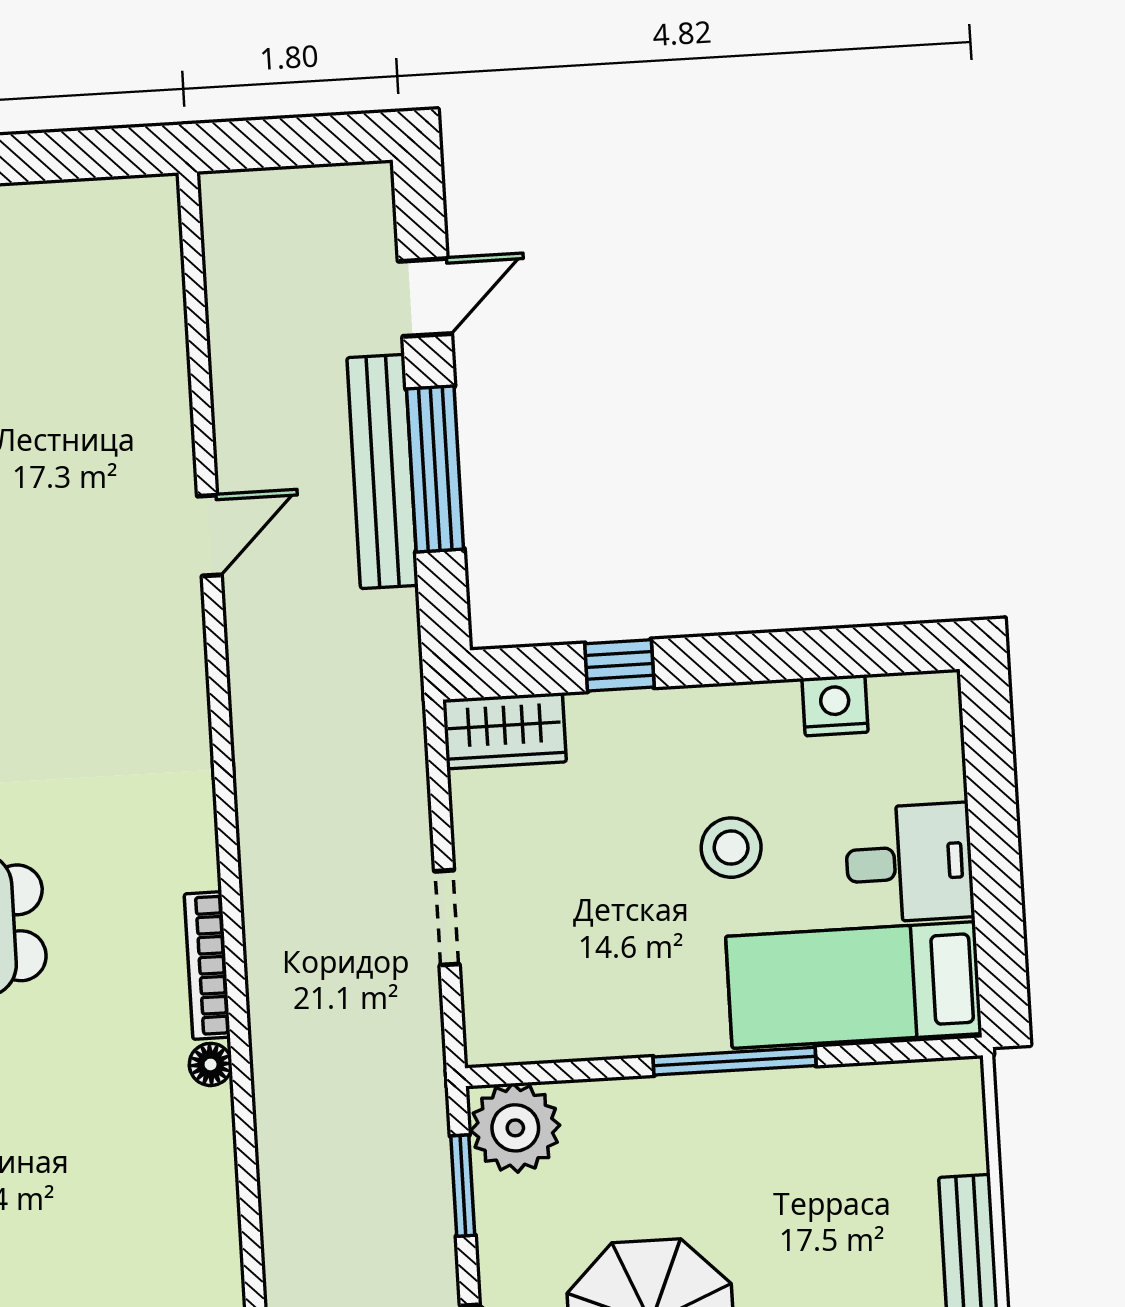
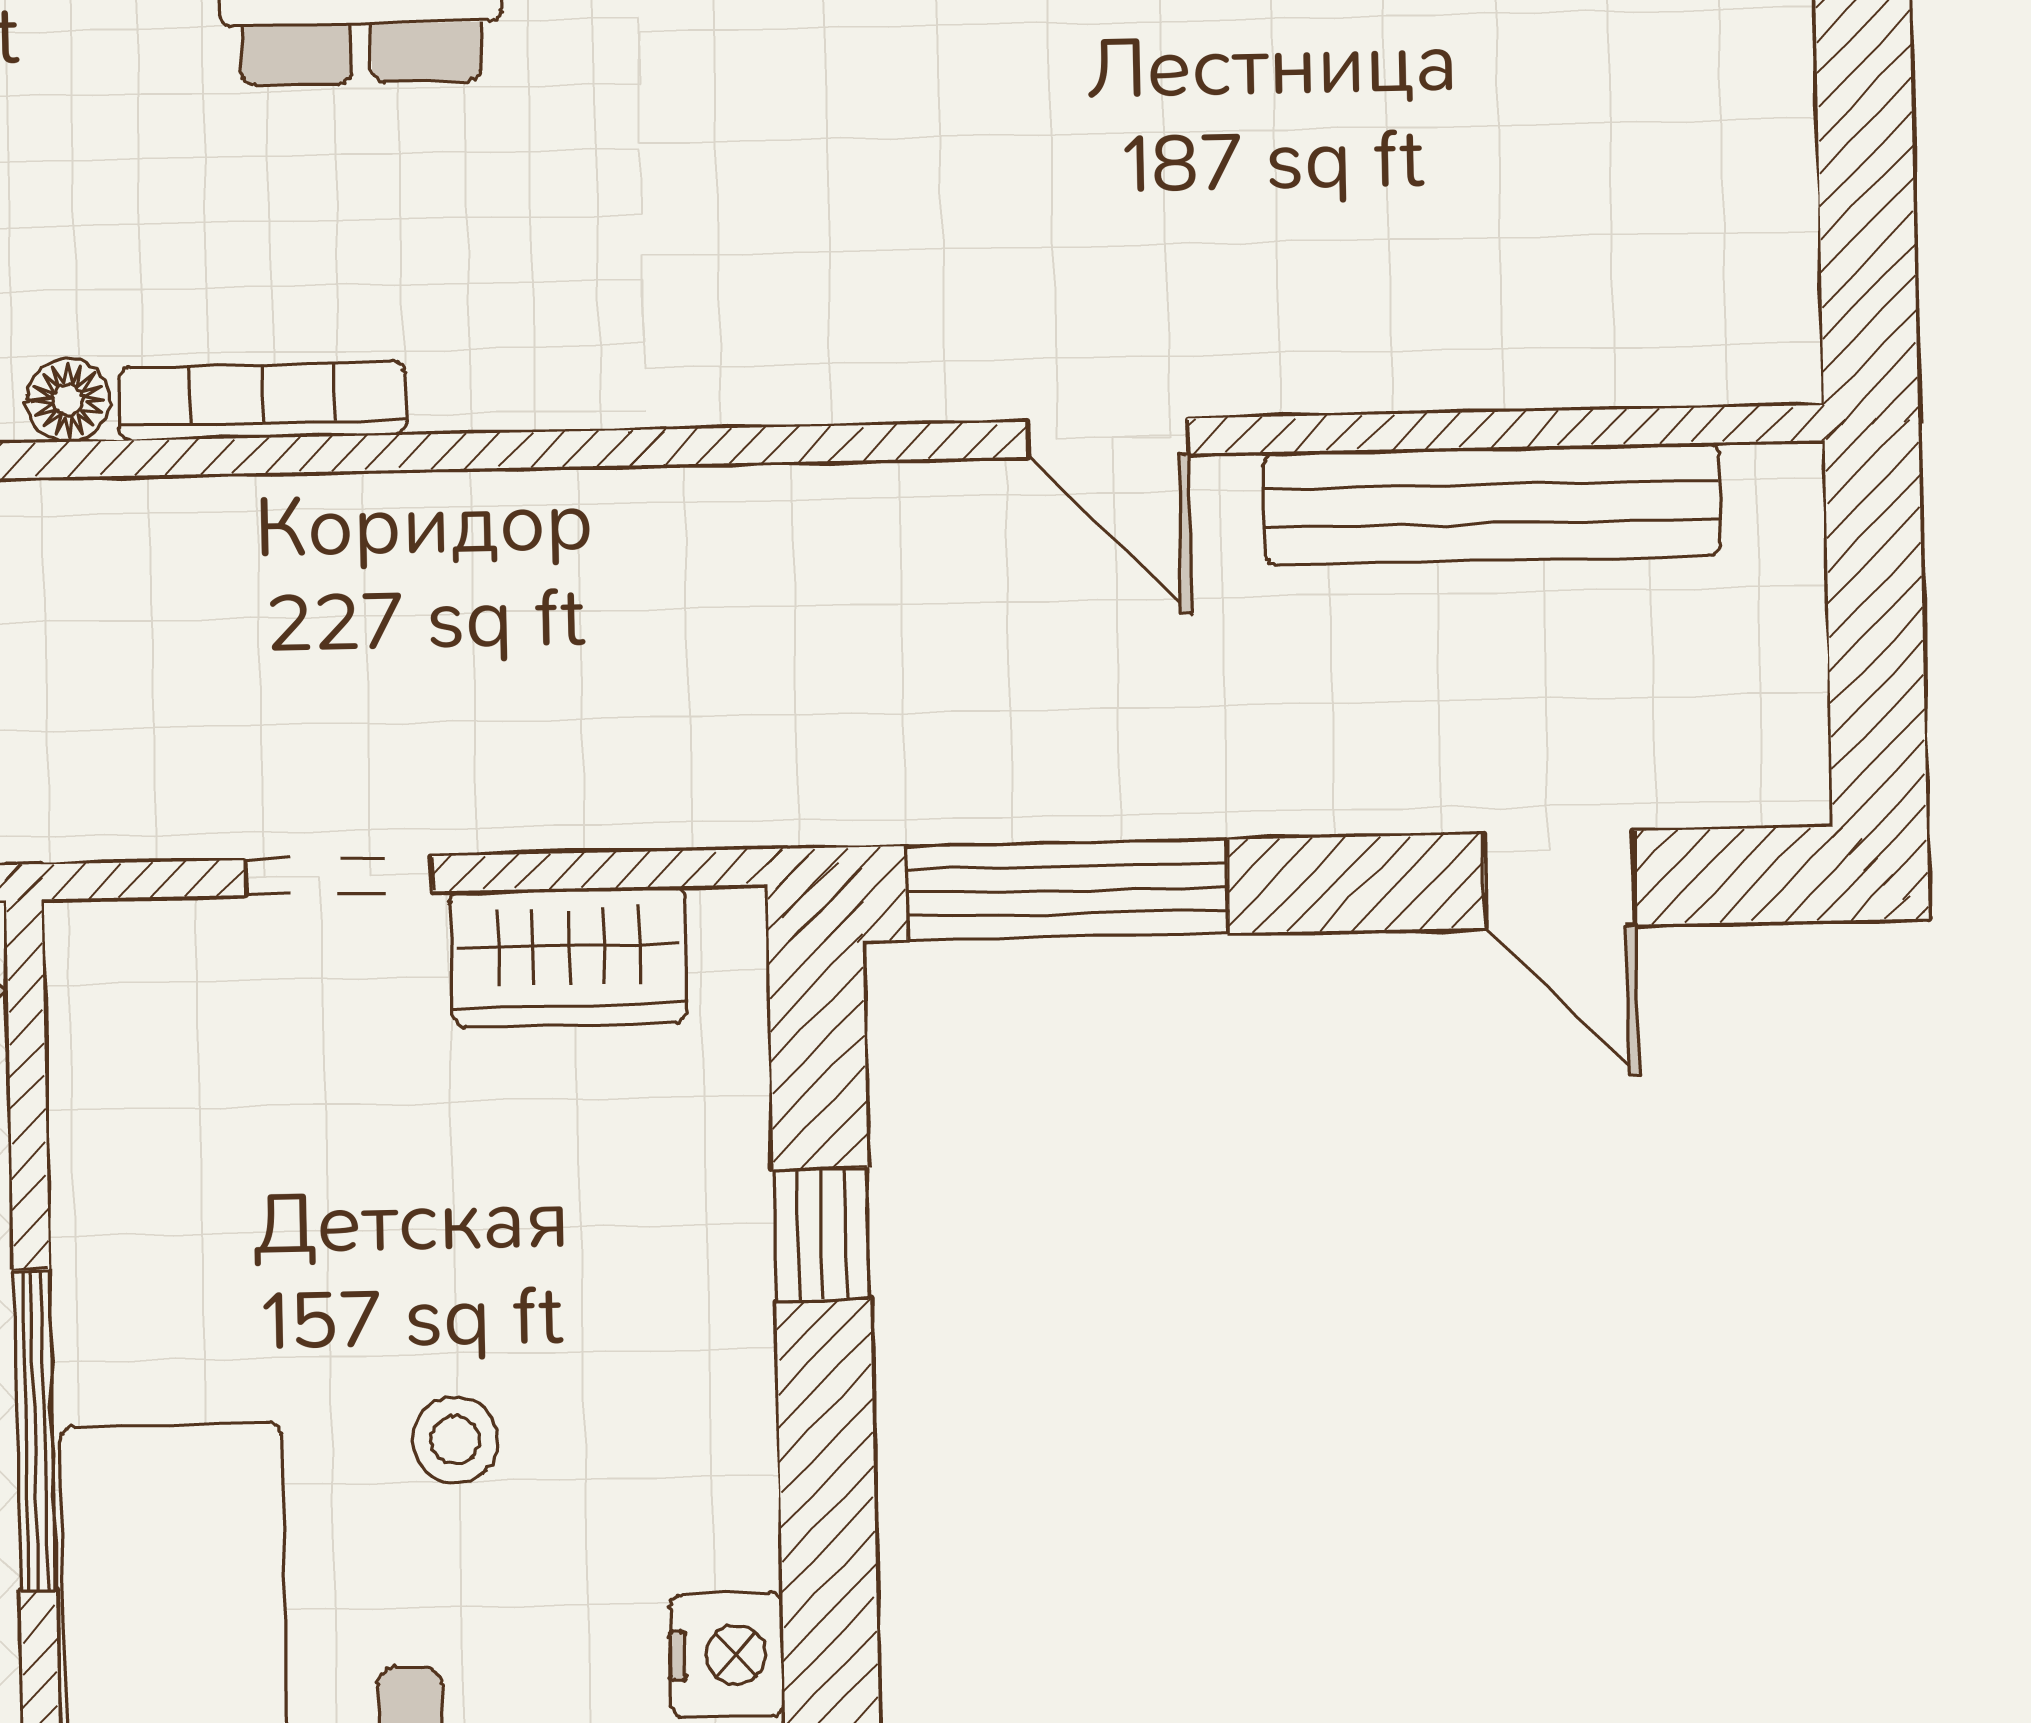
window: (435, 469) -> (1067, 890), moved
bench: (383, 472) -> (1492, 504), moved
wardrobe: (505, 731) -> (569, 957), moved, turned -90
stool: (731, 848) -> (455, 1440), width x0.73, depth x0.73

